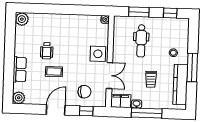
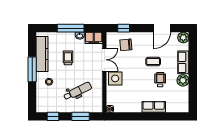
plant: (22, 19) -> (183, 80), moved
row of seats: (55, 20) -> (154, 107), added
dental chair: (141, 41) -> (78, 91), turned 64
double door: (109, 76) -> (104, 60), swing flipped
door: (56, 110) -> (162, 28), moved

